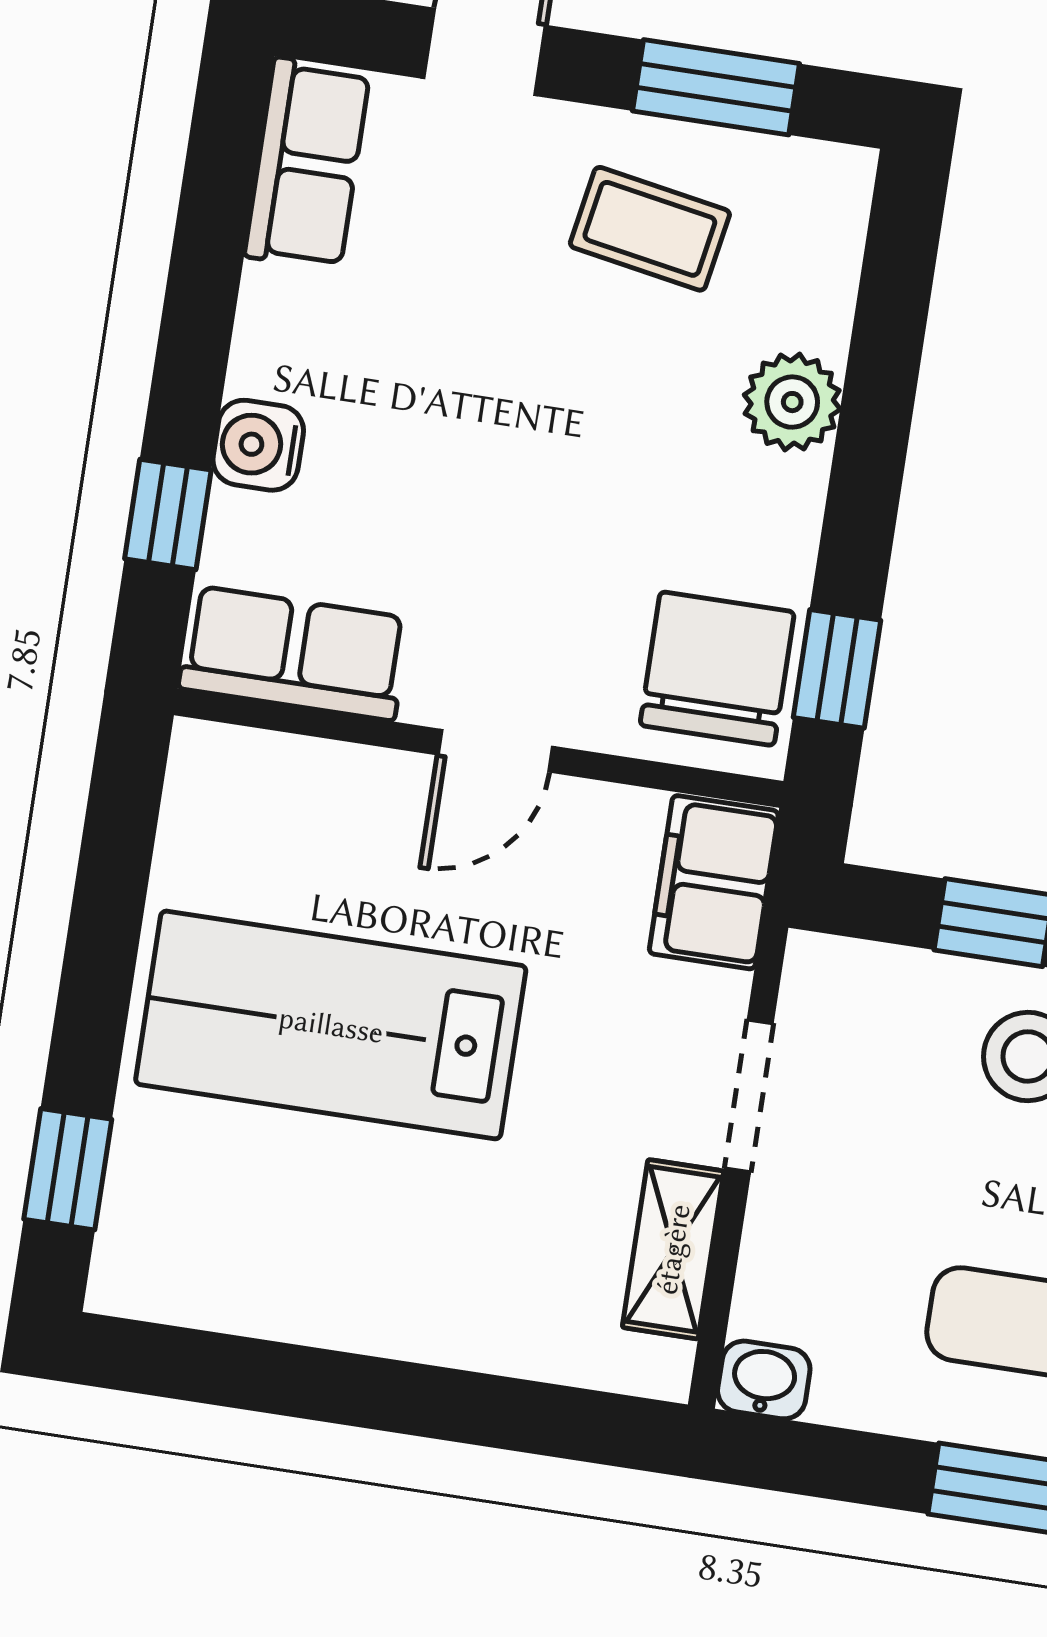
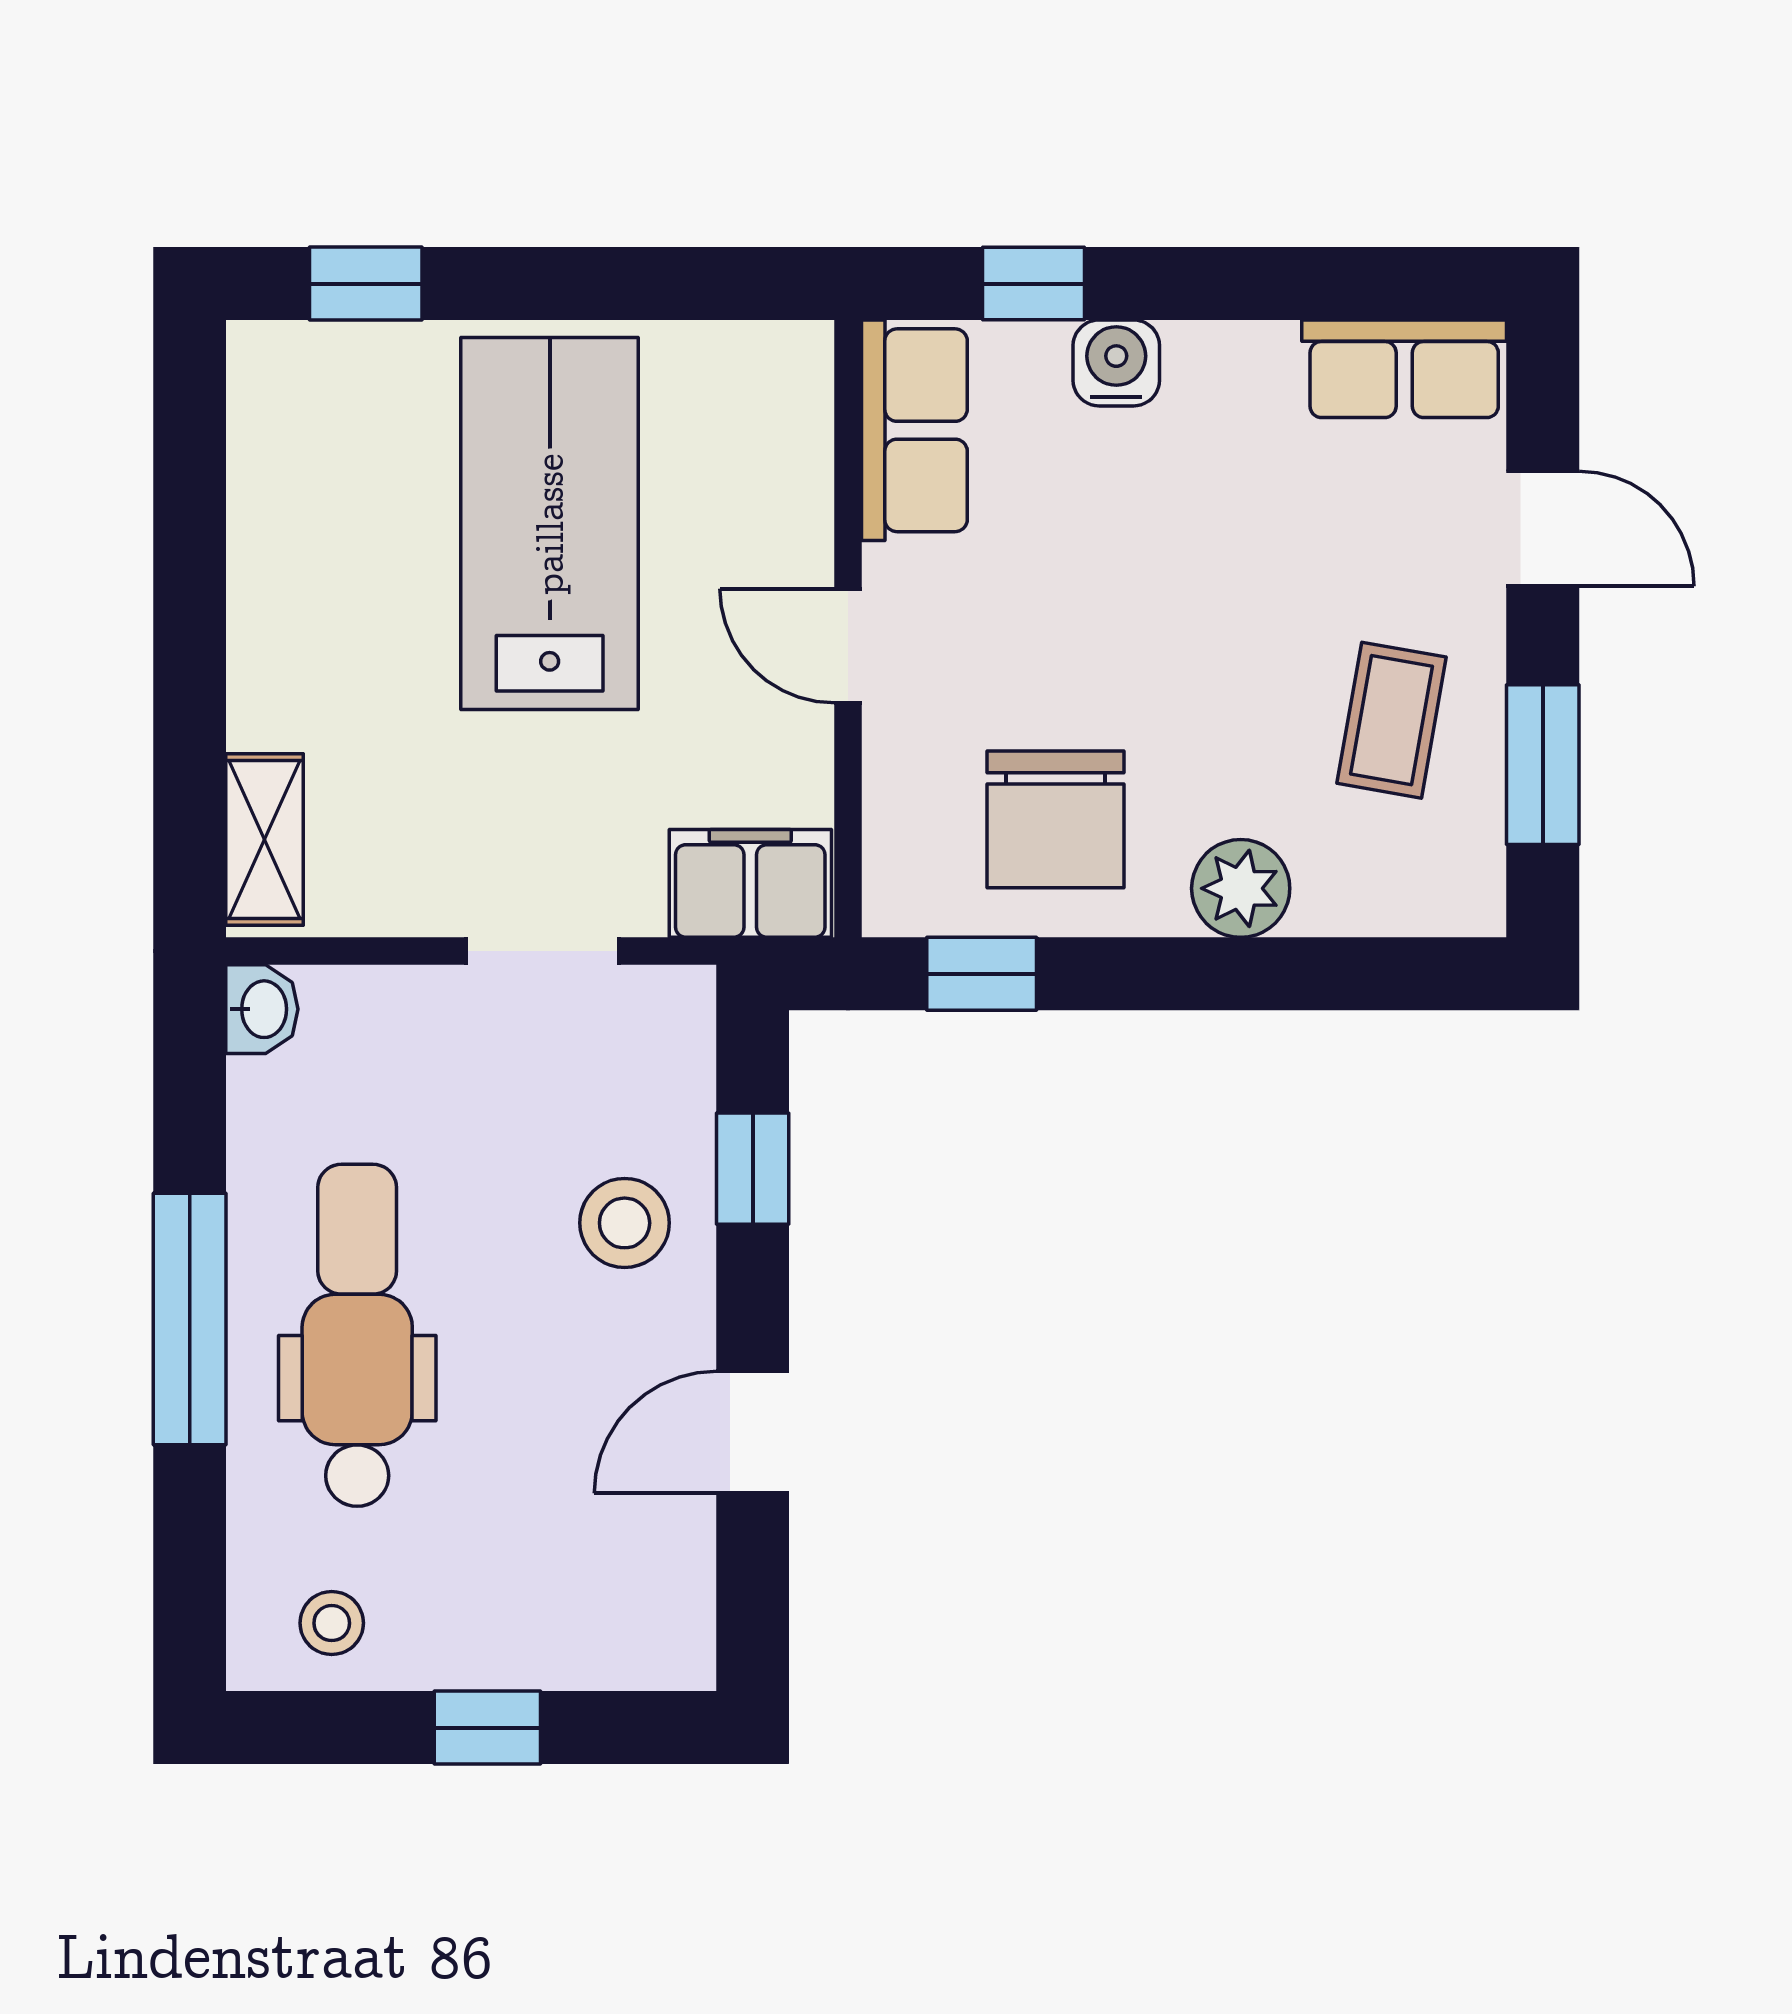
chair: (717, 669) -> (1056, 819), moved, turned 90
shelving: (673, 1249) -> (265, 839), moved, turned 90

